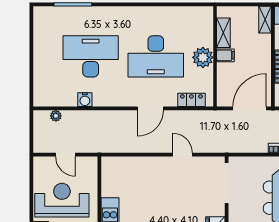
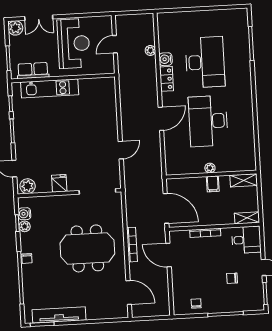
shelving: (223, 33) -> (244, 180), moved
plant: (203, 57) -> (210, 168), width x0.53, depth x0.53
locker: (191, 100) -> (167, 79), moved
door: (150, 108) -> (161, 119), swing flipped
plant: (56, 116) -> (150, 50), moved

